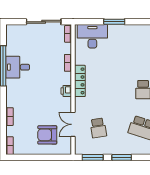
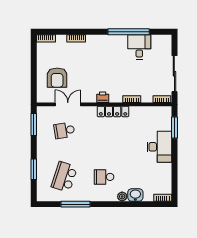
window: (114, 22) -> (174, 127), moved
desk: (92, 36) -> (159, 147), moved
desk: (18, 67) -> (139, 47), moved
armchair: (47, 135) -> (57, 78), turned 180
window: (122, 157) -> (34, 169), moved

